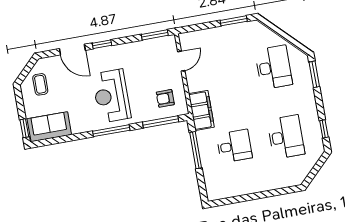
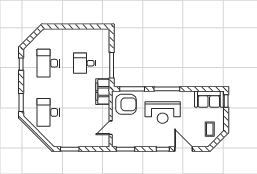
reception desk: (111, 96) -> (163, 112), turned 90
armchair: (165, 98) -> (126, 104), width x1.88, depth x1.88

